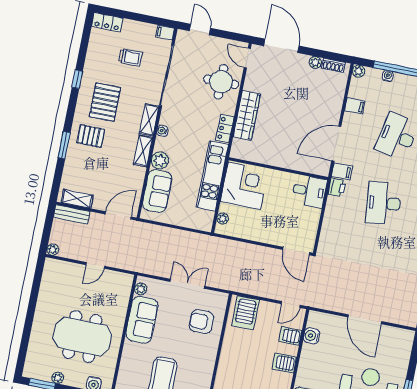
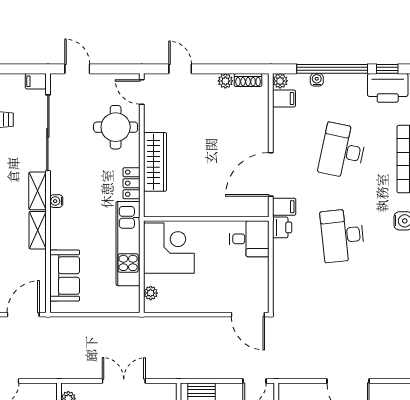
door: (281, 46) -> (180, 69), width x0.53
filing cabinet: (355, 106) -> (284, 98), moved
plant: (160, 160) -> (60, 238), removed

